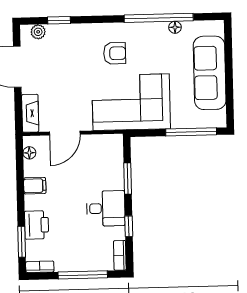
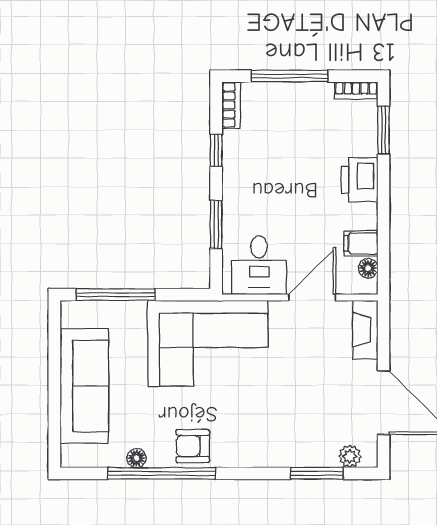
window: (59, 20) -> (317, 473), width x1.50
armchair: (115, 53) -> (193, 446), moved
filing cabinet: (35, 186) -> (361, 243), moved
desk: (106, 208) -> (259, 265), moved, turned -90
printer: (37, 225) -> (360, 180), moved

